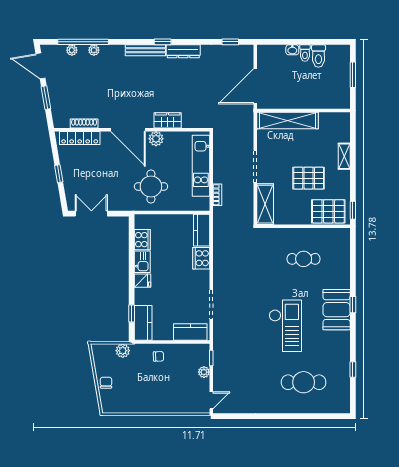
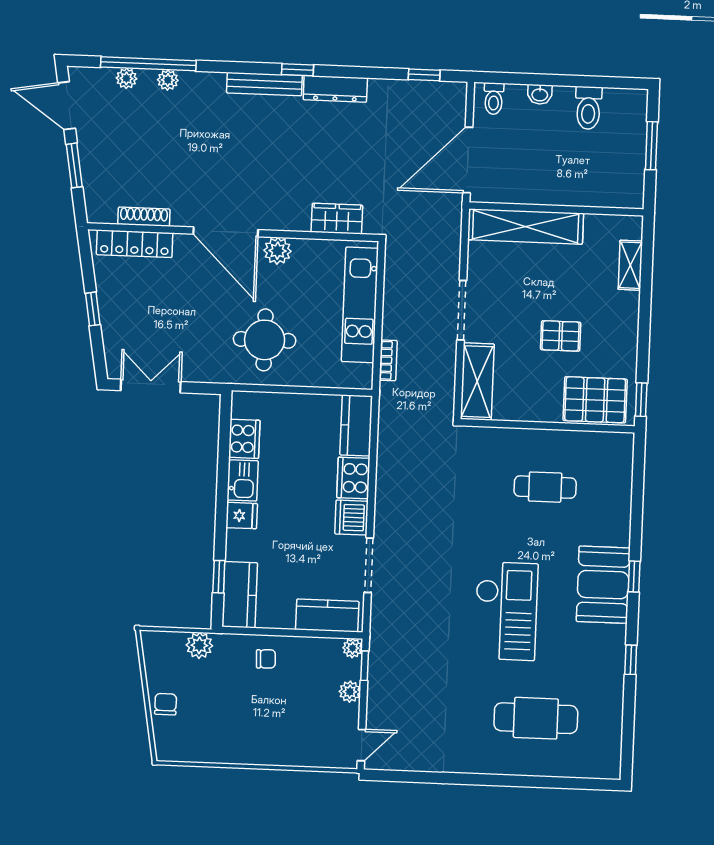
toilet: (305, 53) -> (494, 99), moved
wardrobe: (168, 120) -> (337, 219), moved
shelving: (344, 156) -> (630, 265), moved
pallet: (309, 178) -> (561, 336), width x0.67, depth x0.71
dishwasher: (201, 279) -> (352, 518), added
plant: (204, 349) -> (353, 648), added
window: (353, 370) -> (631, 660), moved

